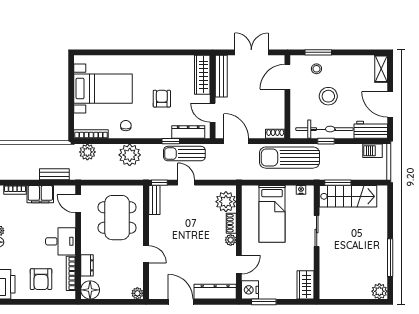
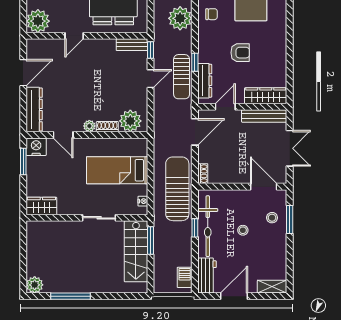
stool: (328, 96) -> (243, 230), width x0.53, depth x0.53
sun lounger: (184, 154) -> (182, 77), turned 180
plant: (137, 293) -> (38, 21), width x1.87, depth x1.87

